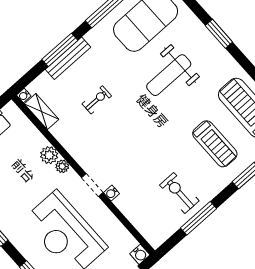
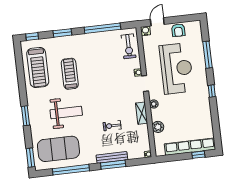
shelving: (42, 112) -> (142, 113), moved
treadmill: (215, 144) -> (70, 74), moved
plant: (49, 155) -> (158, 127), moved
exercise bike: (179, 193) -> (129, 46), moved
window: (198, 218) -> (102, 28), width x1.46

